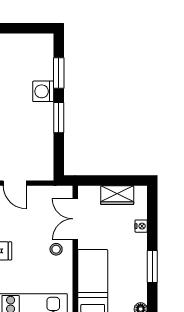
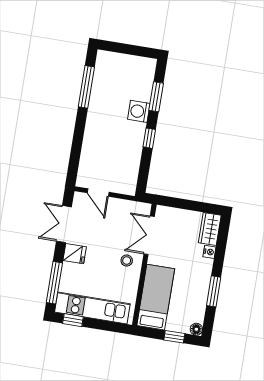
window: (59, 118) -> (149, 138), width x0.67
wardrobe: (117, 195) -> (210, 229), moved, turned 90

